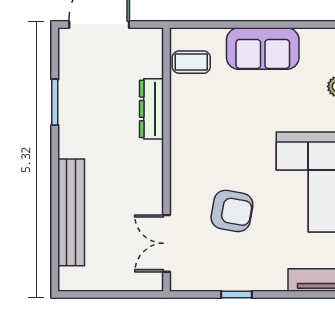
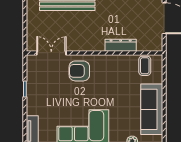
sofa: (263, 49) -> (152, 109), width x1.36
armchair: (232, 211) -> (79, 71), moved, turned 80

